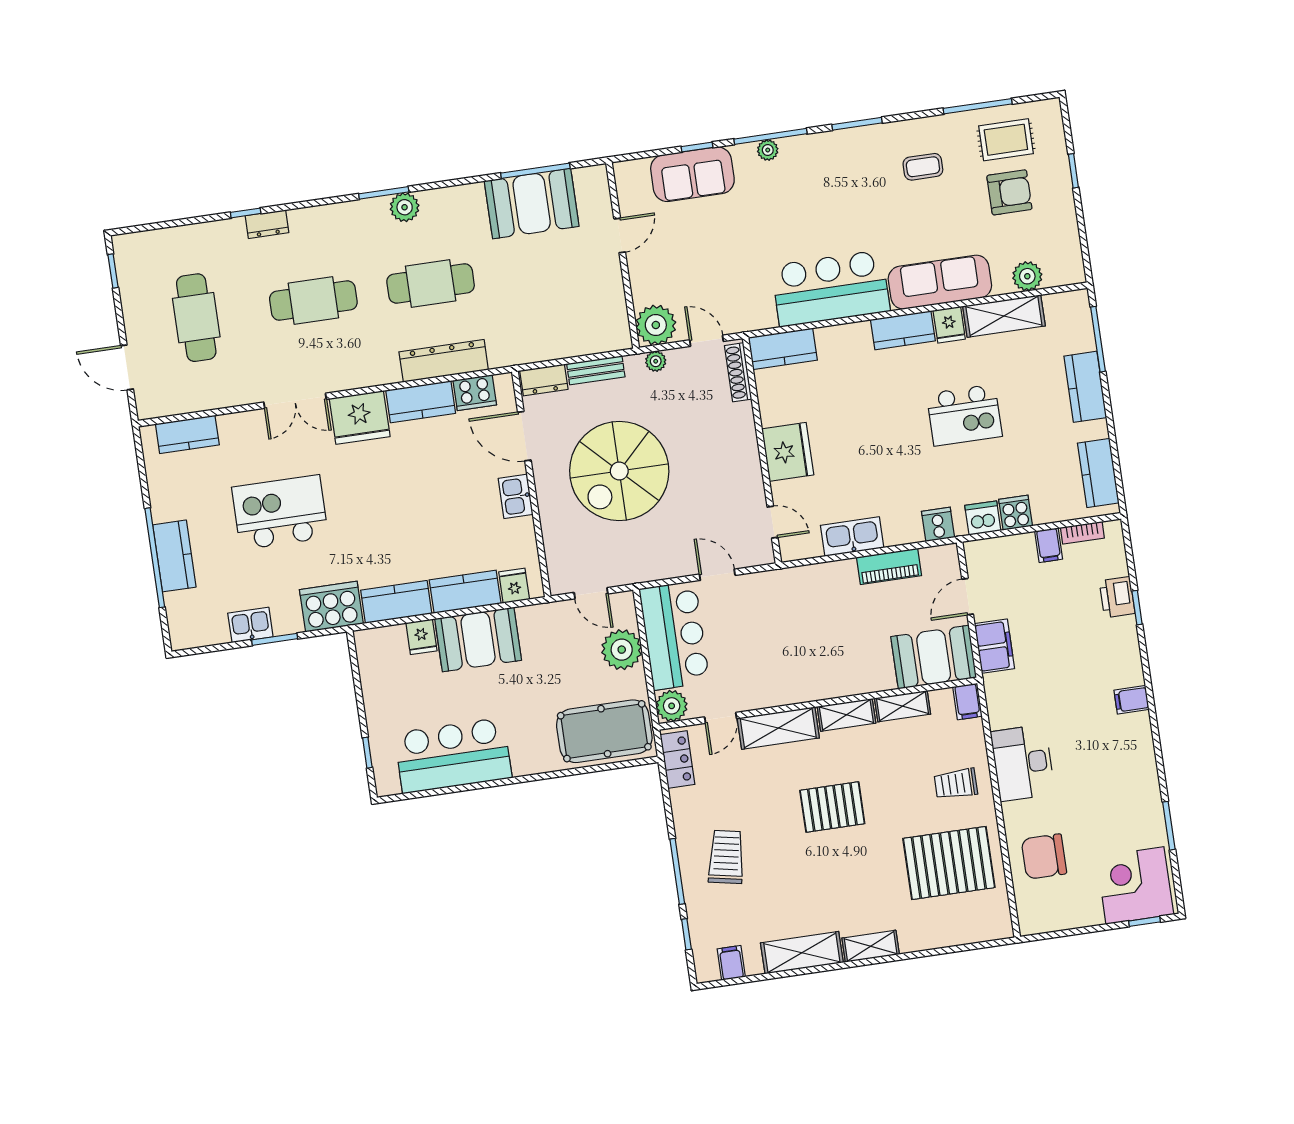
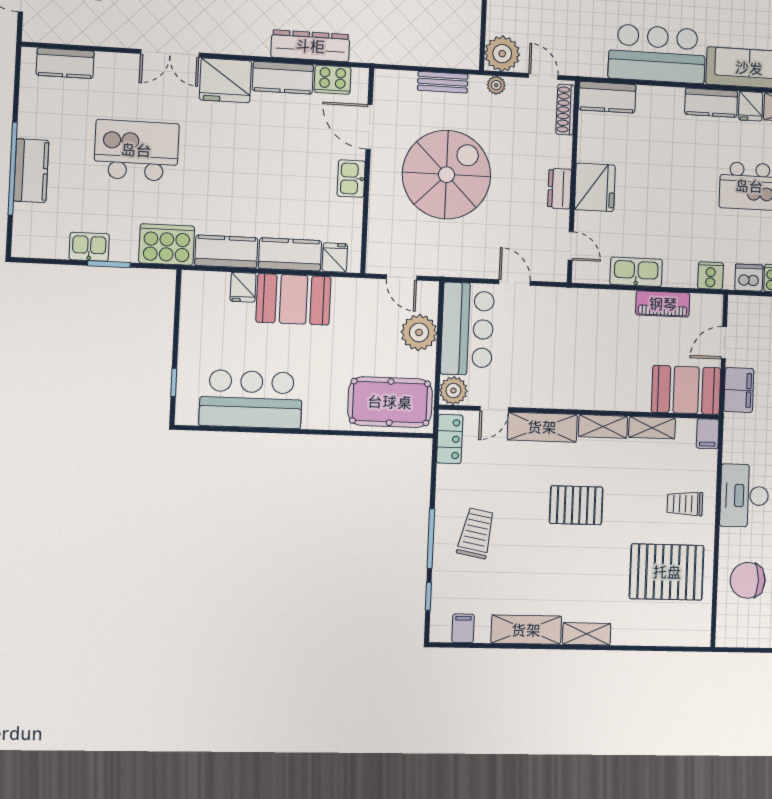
dresser: (544, 380) -> (559, 189), moved, turned 90
spiral stairs: (619, 471) -> (447, 175), turned 180

